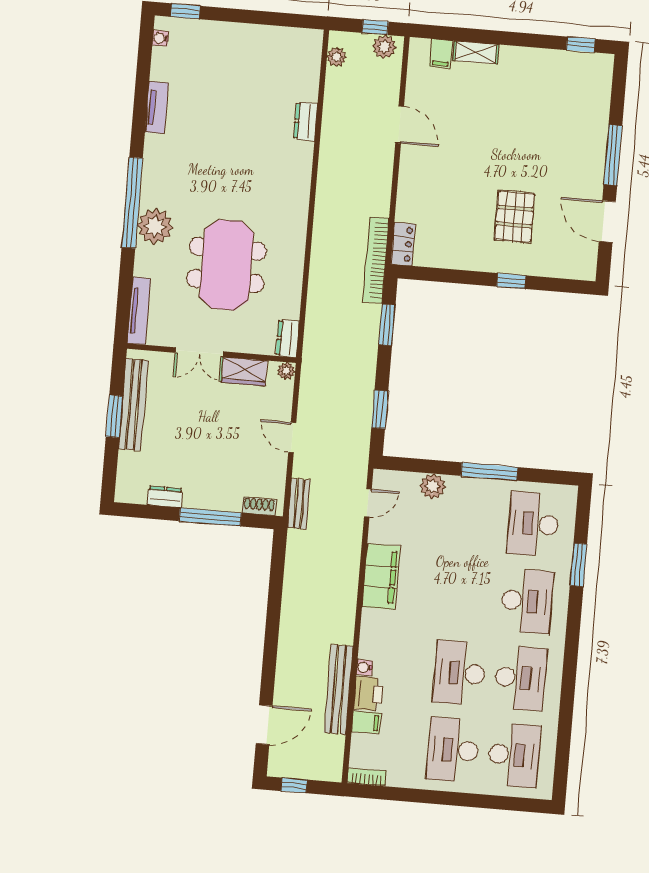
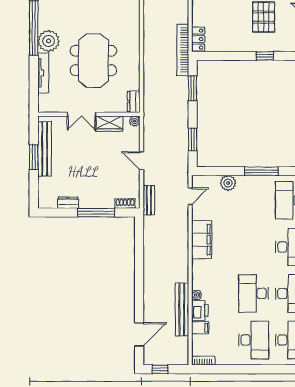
tv unit: (139, 311) -> (43, 73), moved
desk: (453, 750) -> (254, 340), turned 180

